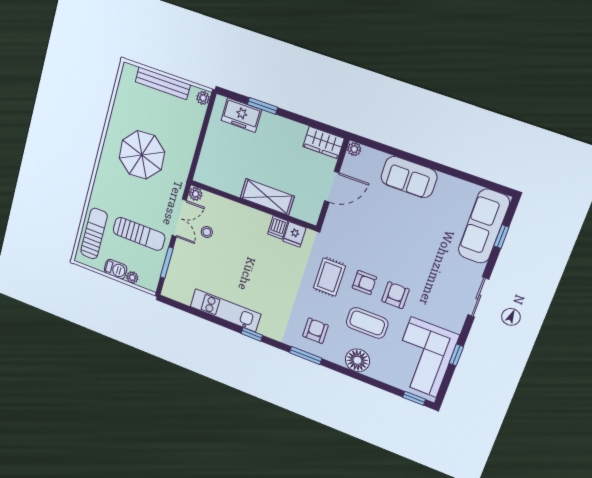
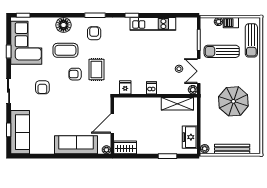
freezer: (241, 115) -> (190, 137), moved, turned -90
sofa: (409, 177) -> (76, 145), width x1.36
shelving: (267, 197) -> (177, 104), moved
dishwasher: (278, 227) -> (151, 88), moved
armchair: (395, 295) -> (42, 87), moved
armchair: (316, 331) -> (94, 33), turned 180

